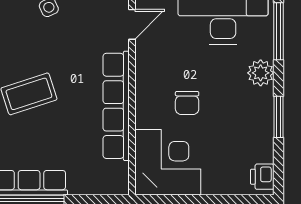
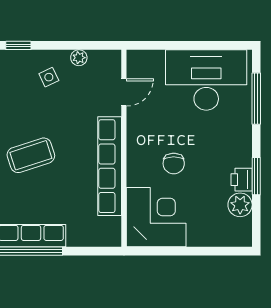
plant: (261, 73) -> (240, 205), moved
printer: (262, 177) -> (242, 180), moved

